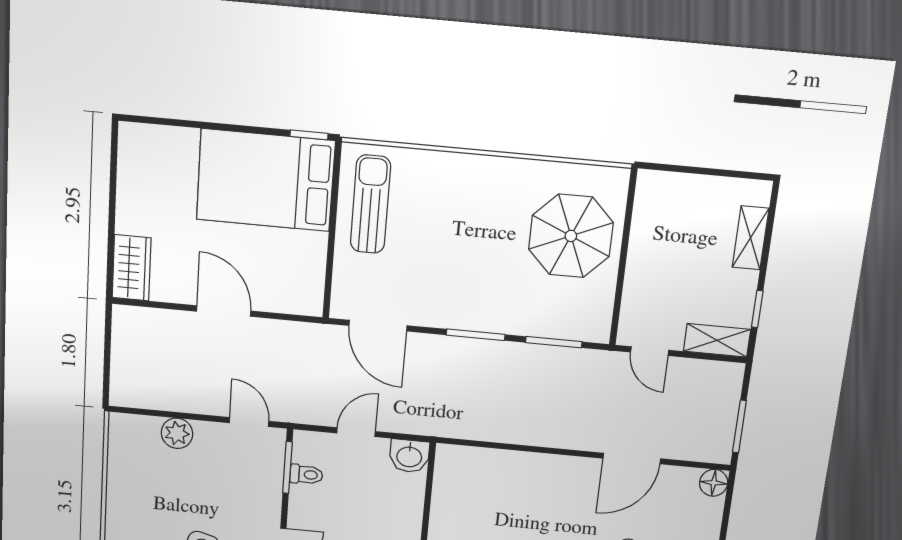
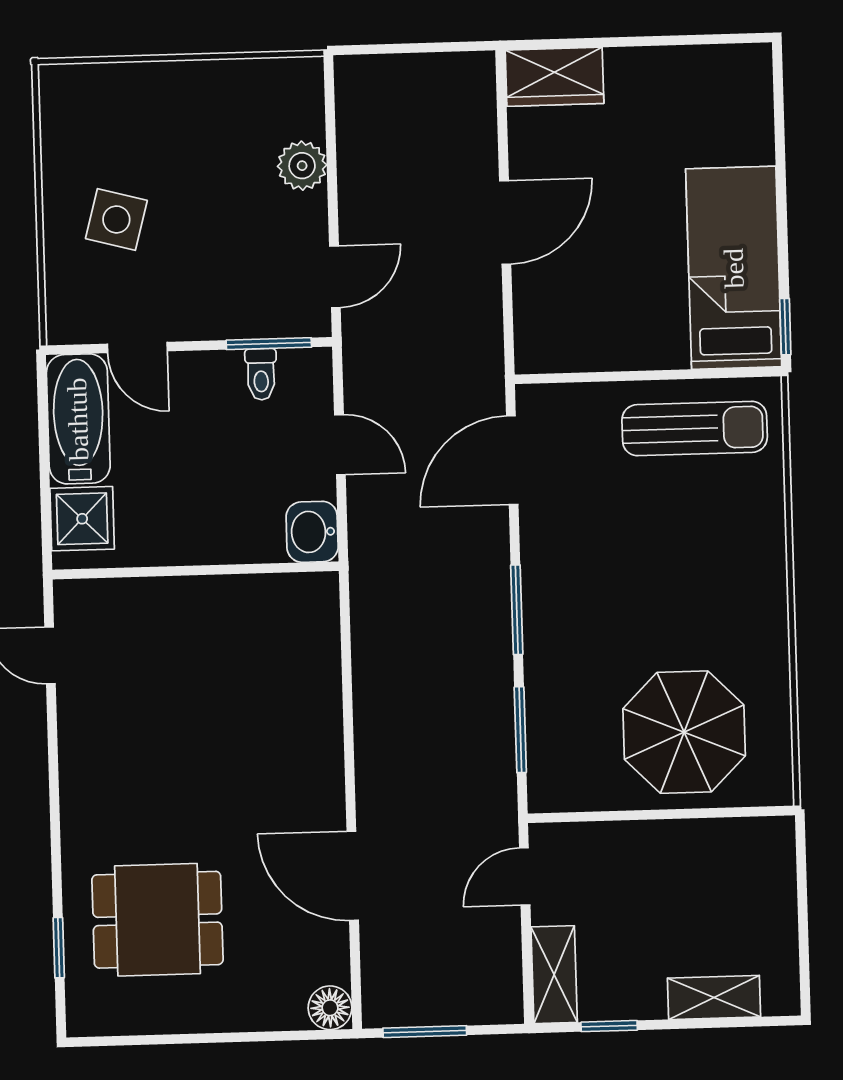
bed: (266, 180) -> (734, 268), width x0.67

